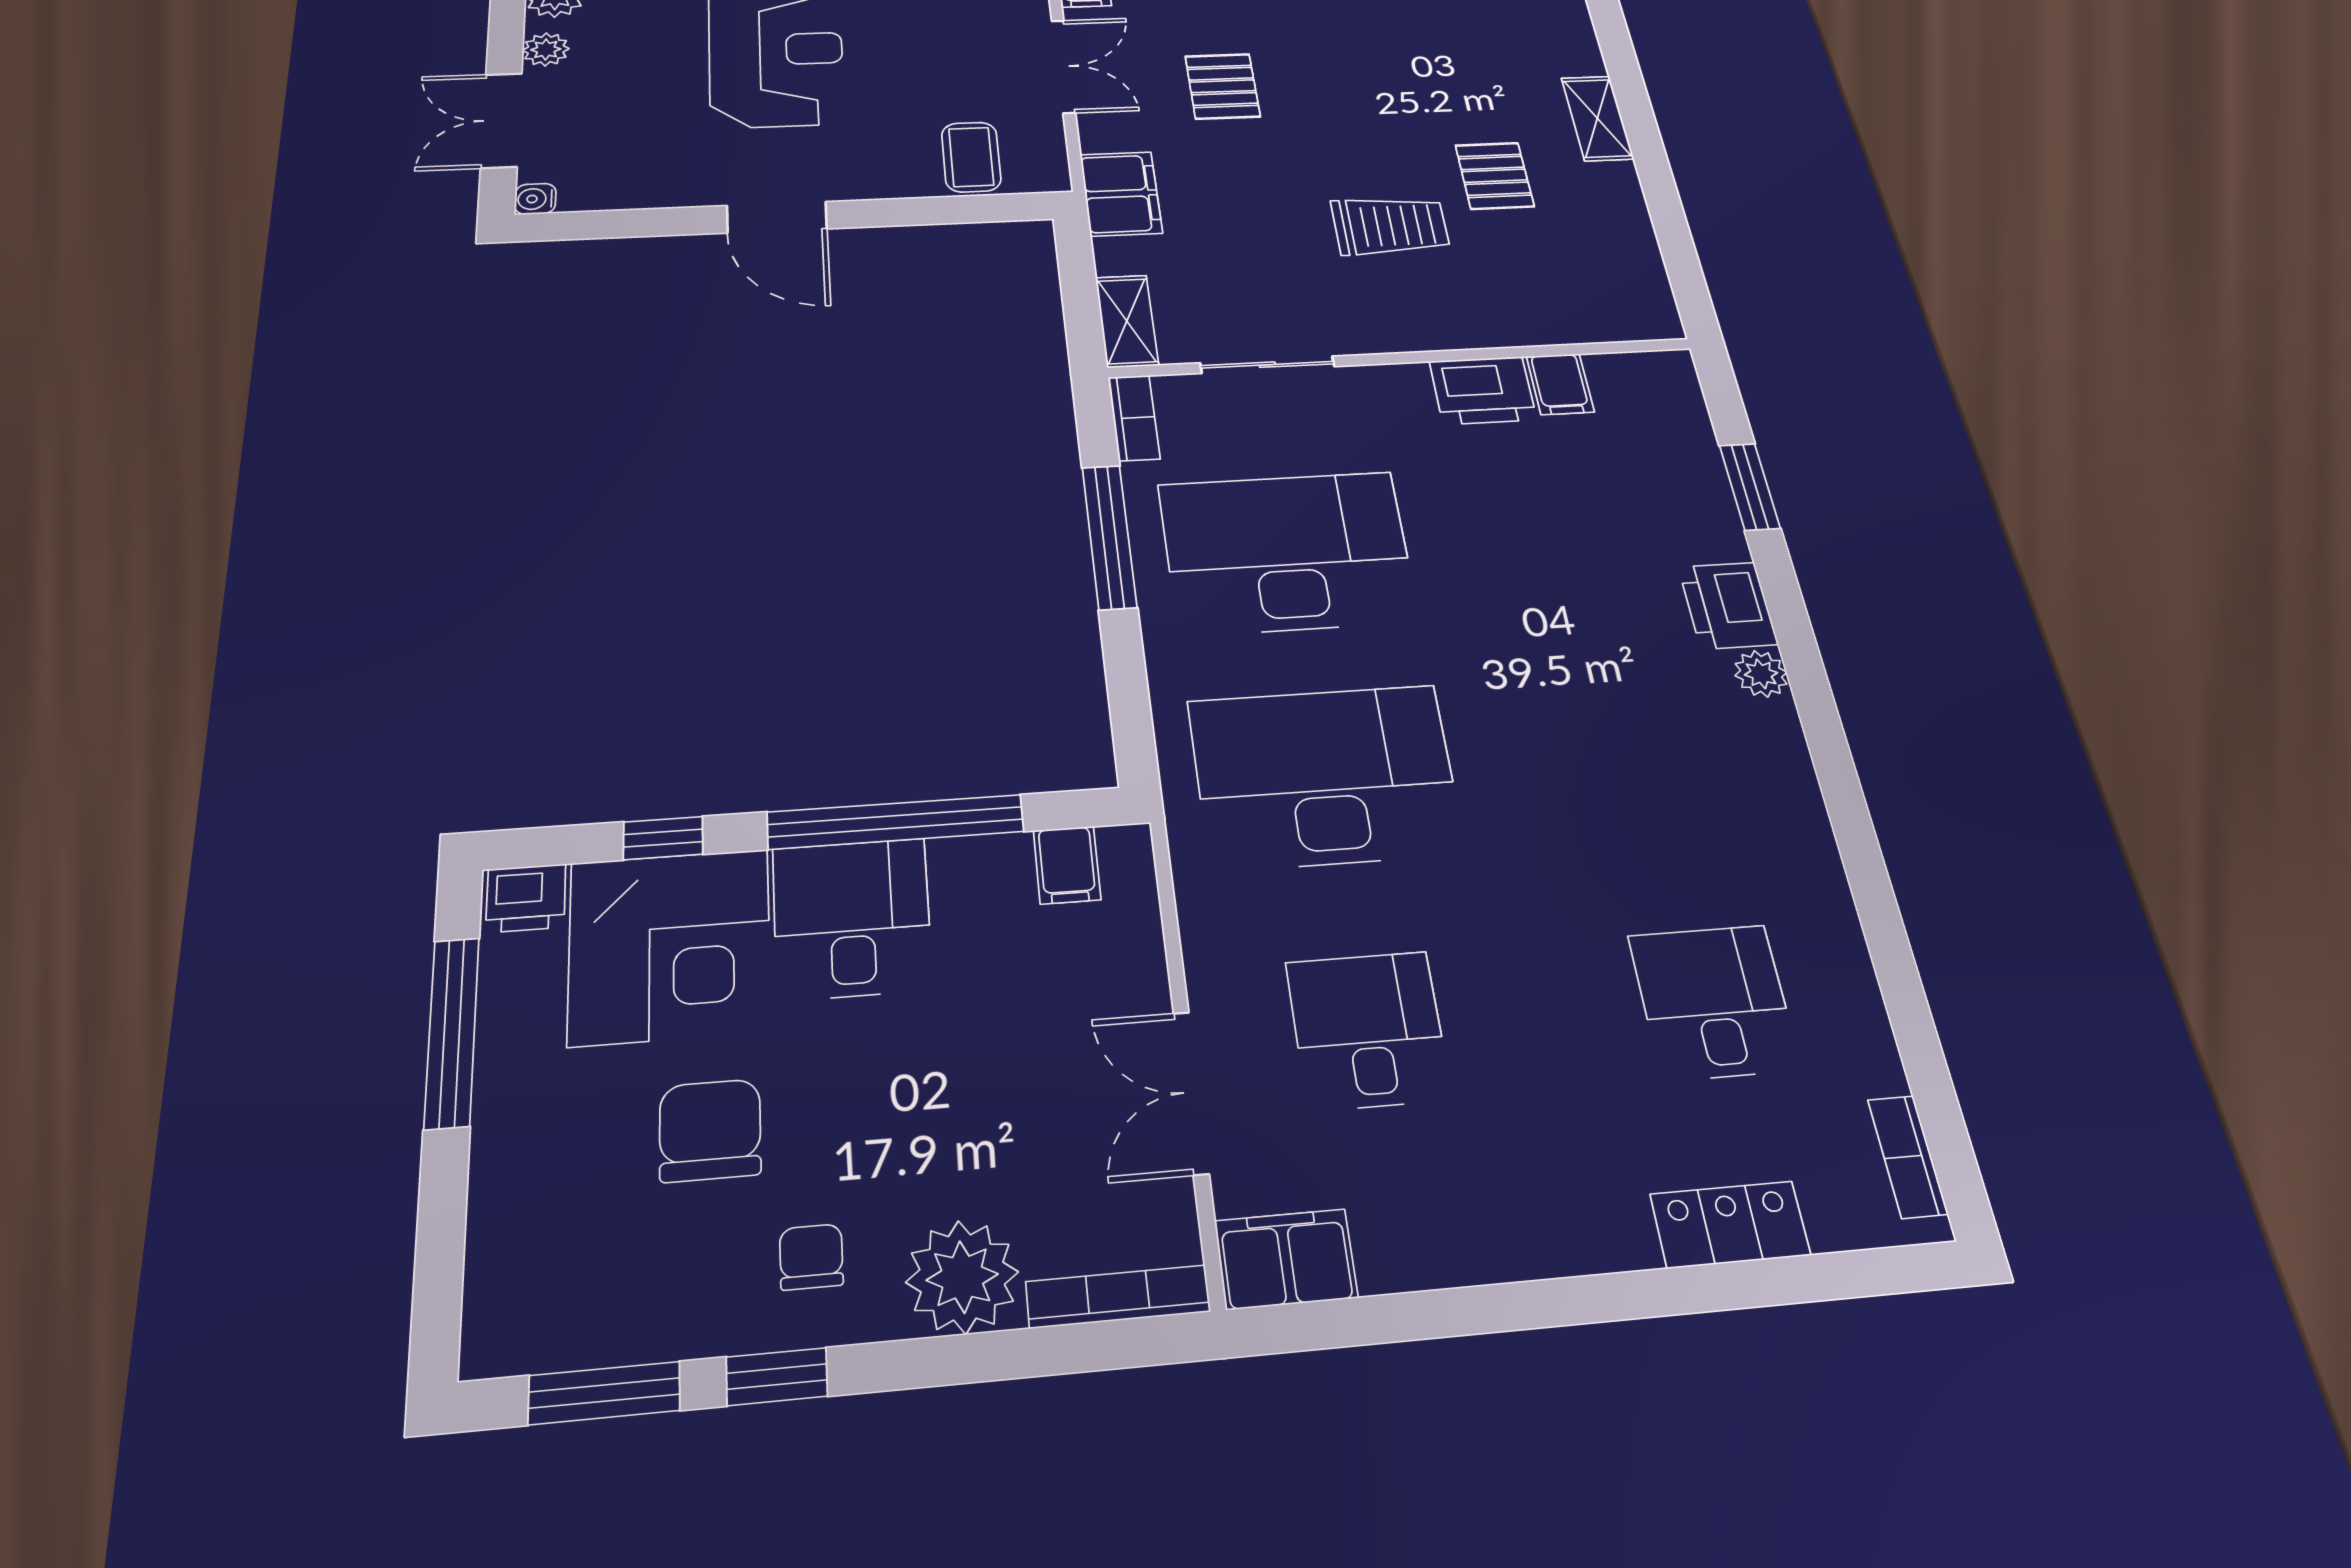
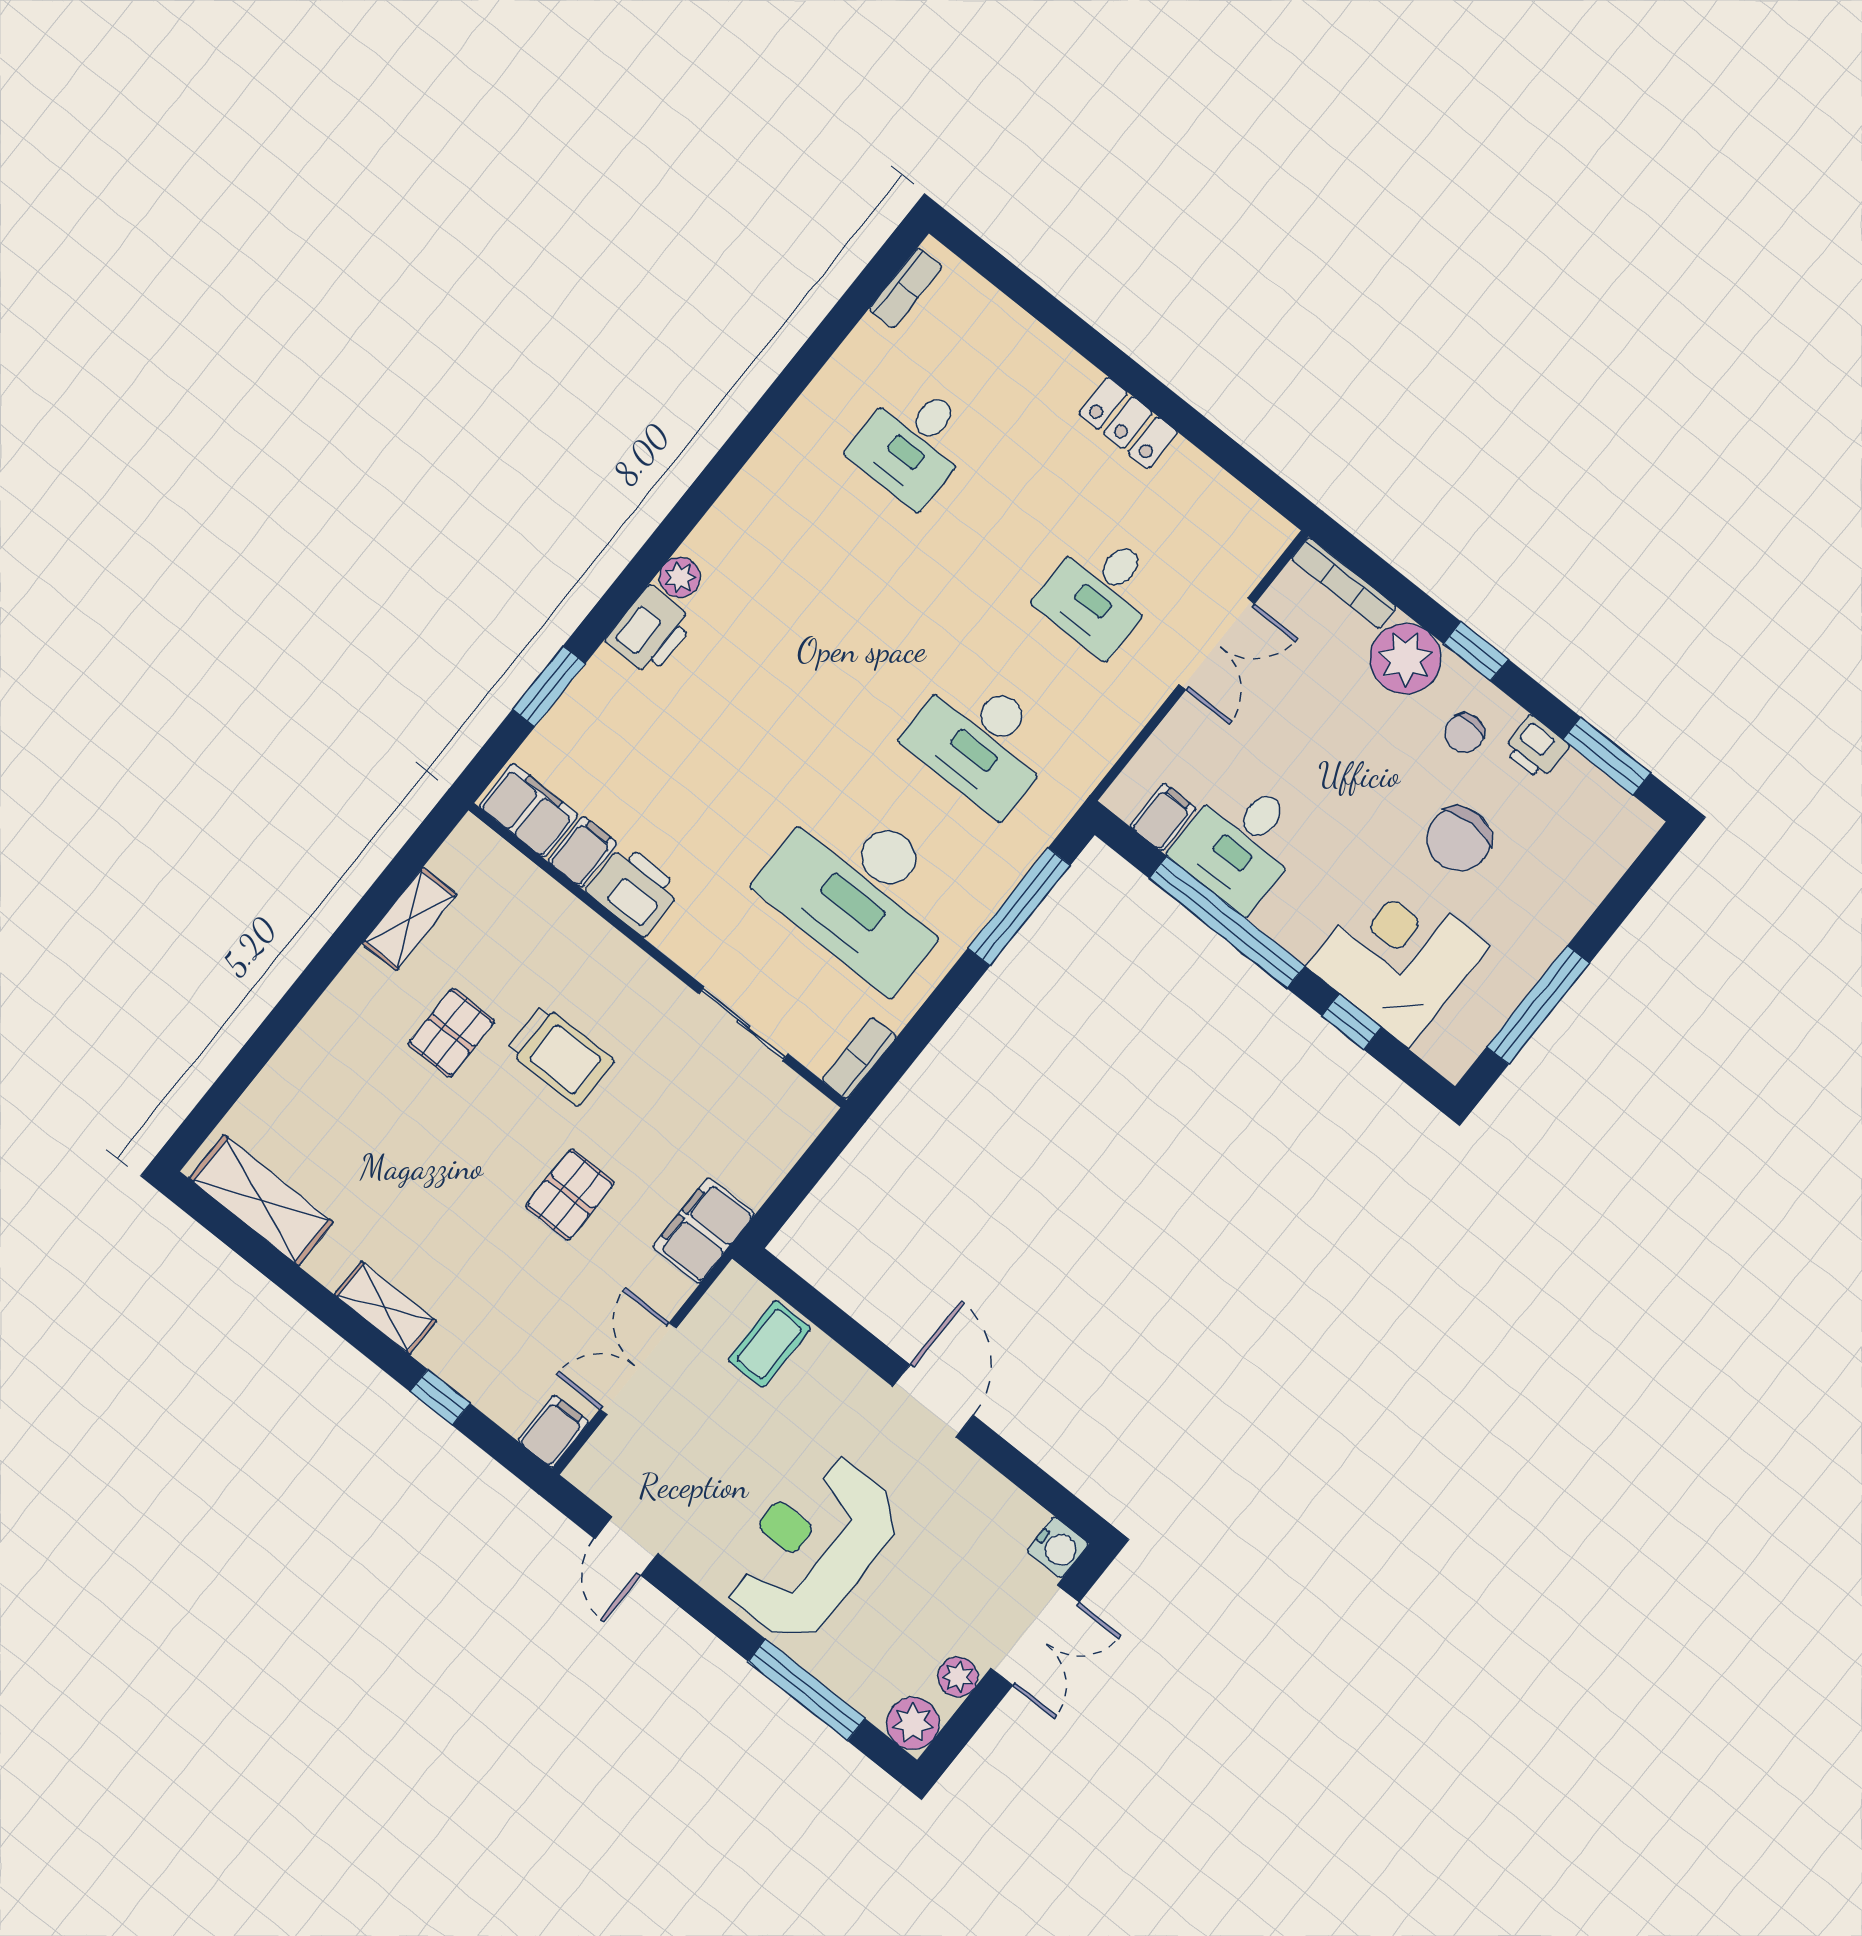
pallet: (1223, 86) -> (570, 1195), moved
shelving: (1597, 118) -> (410, 919), moved
water cooler: (535, 199) -> (1058, 1548), width x1.38, depth x1.38
trolley: (1390, 226) -> (560, 1055), turned 180
shelving: (1127, 321) -> (795, 1131), removed
window: (1109, 537) -> (1019, 907), moved
desk: (1325, 777) -> (981, 741), width x0.73, depth x0.77
printer: (526, 898) -> (1536, 748), moved, turned 180
desk: (852, 918) -> (1240, 843), moved
locker: (1730, 1224) -> (1128, 423), moved
filing cabinet: (1286, 1259) -> (529, 810), moved, turned 180
window: (777, 1377) -> (1476, 651), moved

